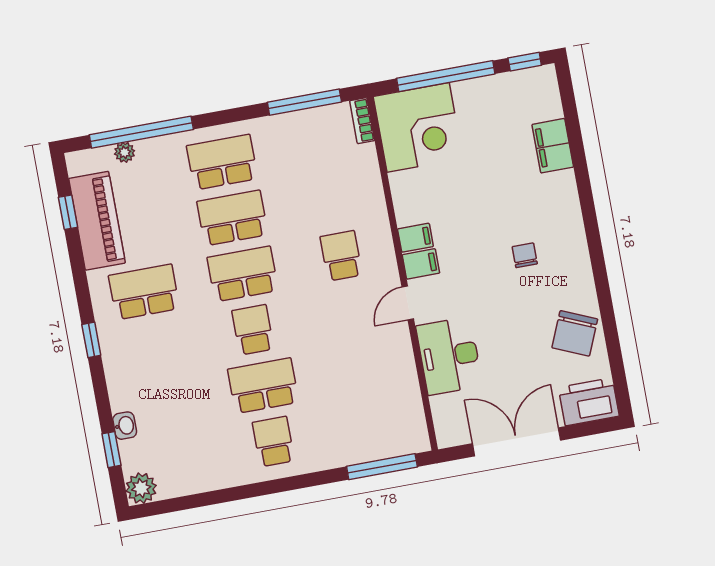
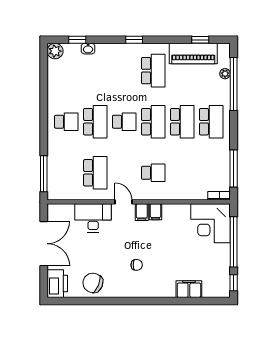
school desk: (362, 368) -> (95, 173), added

